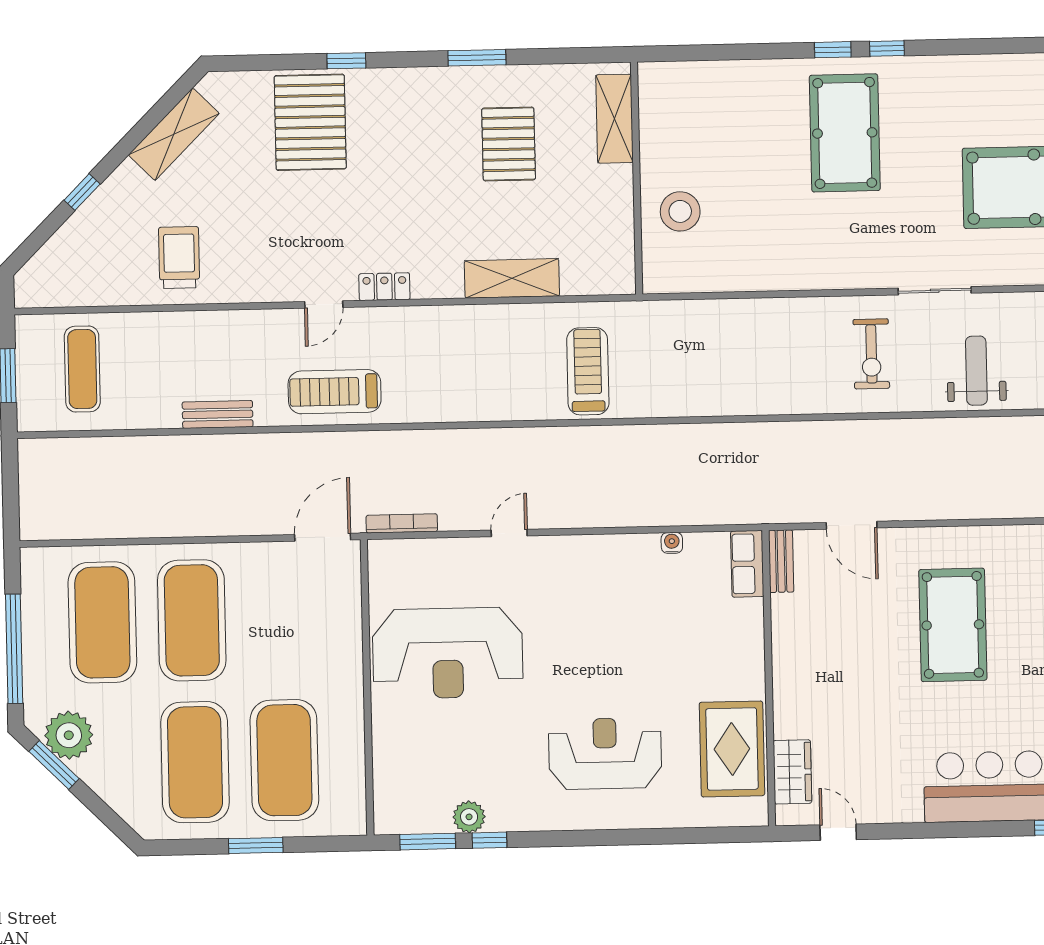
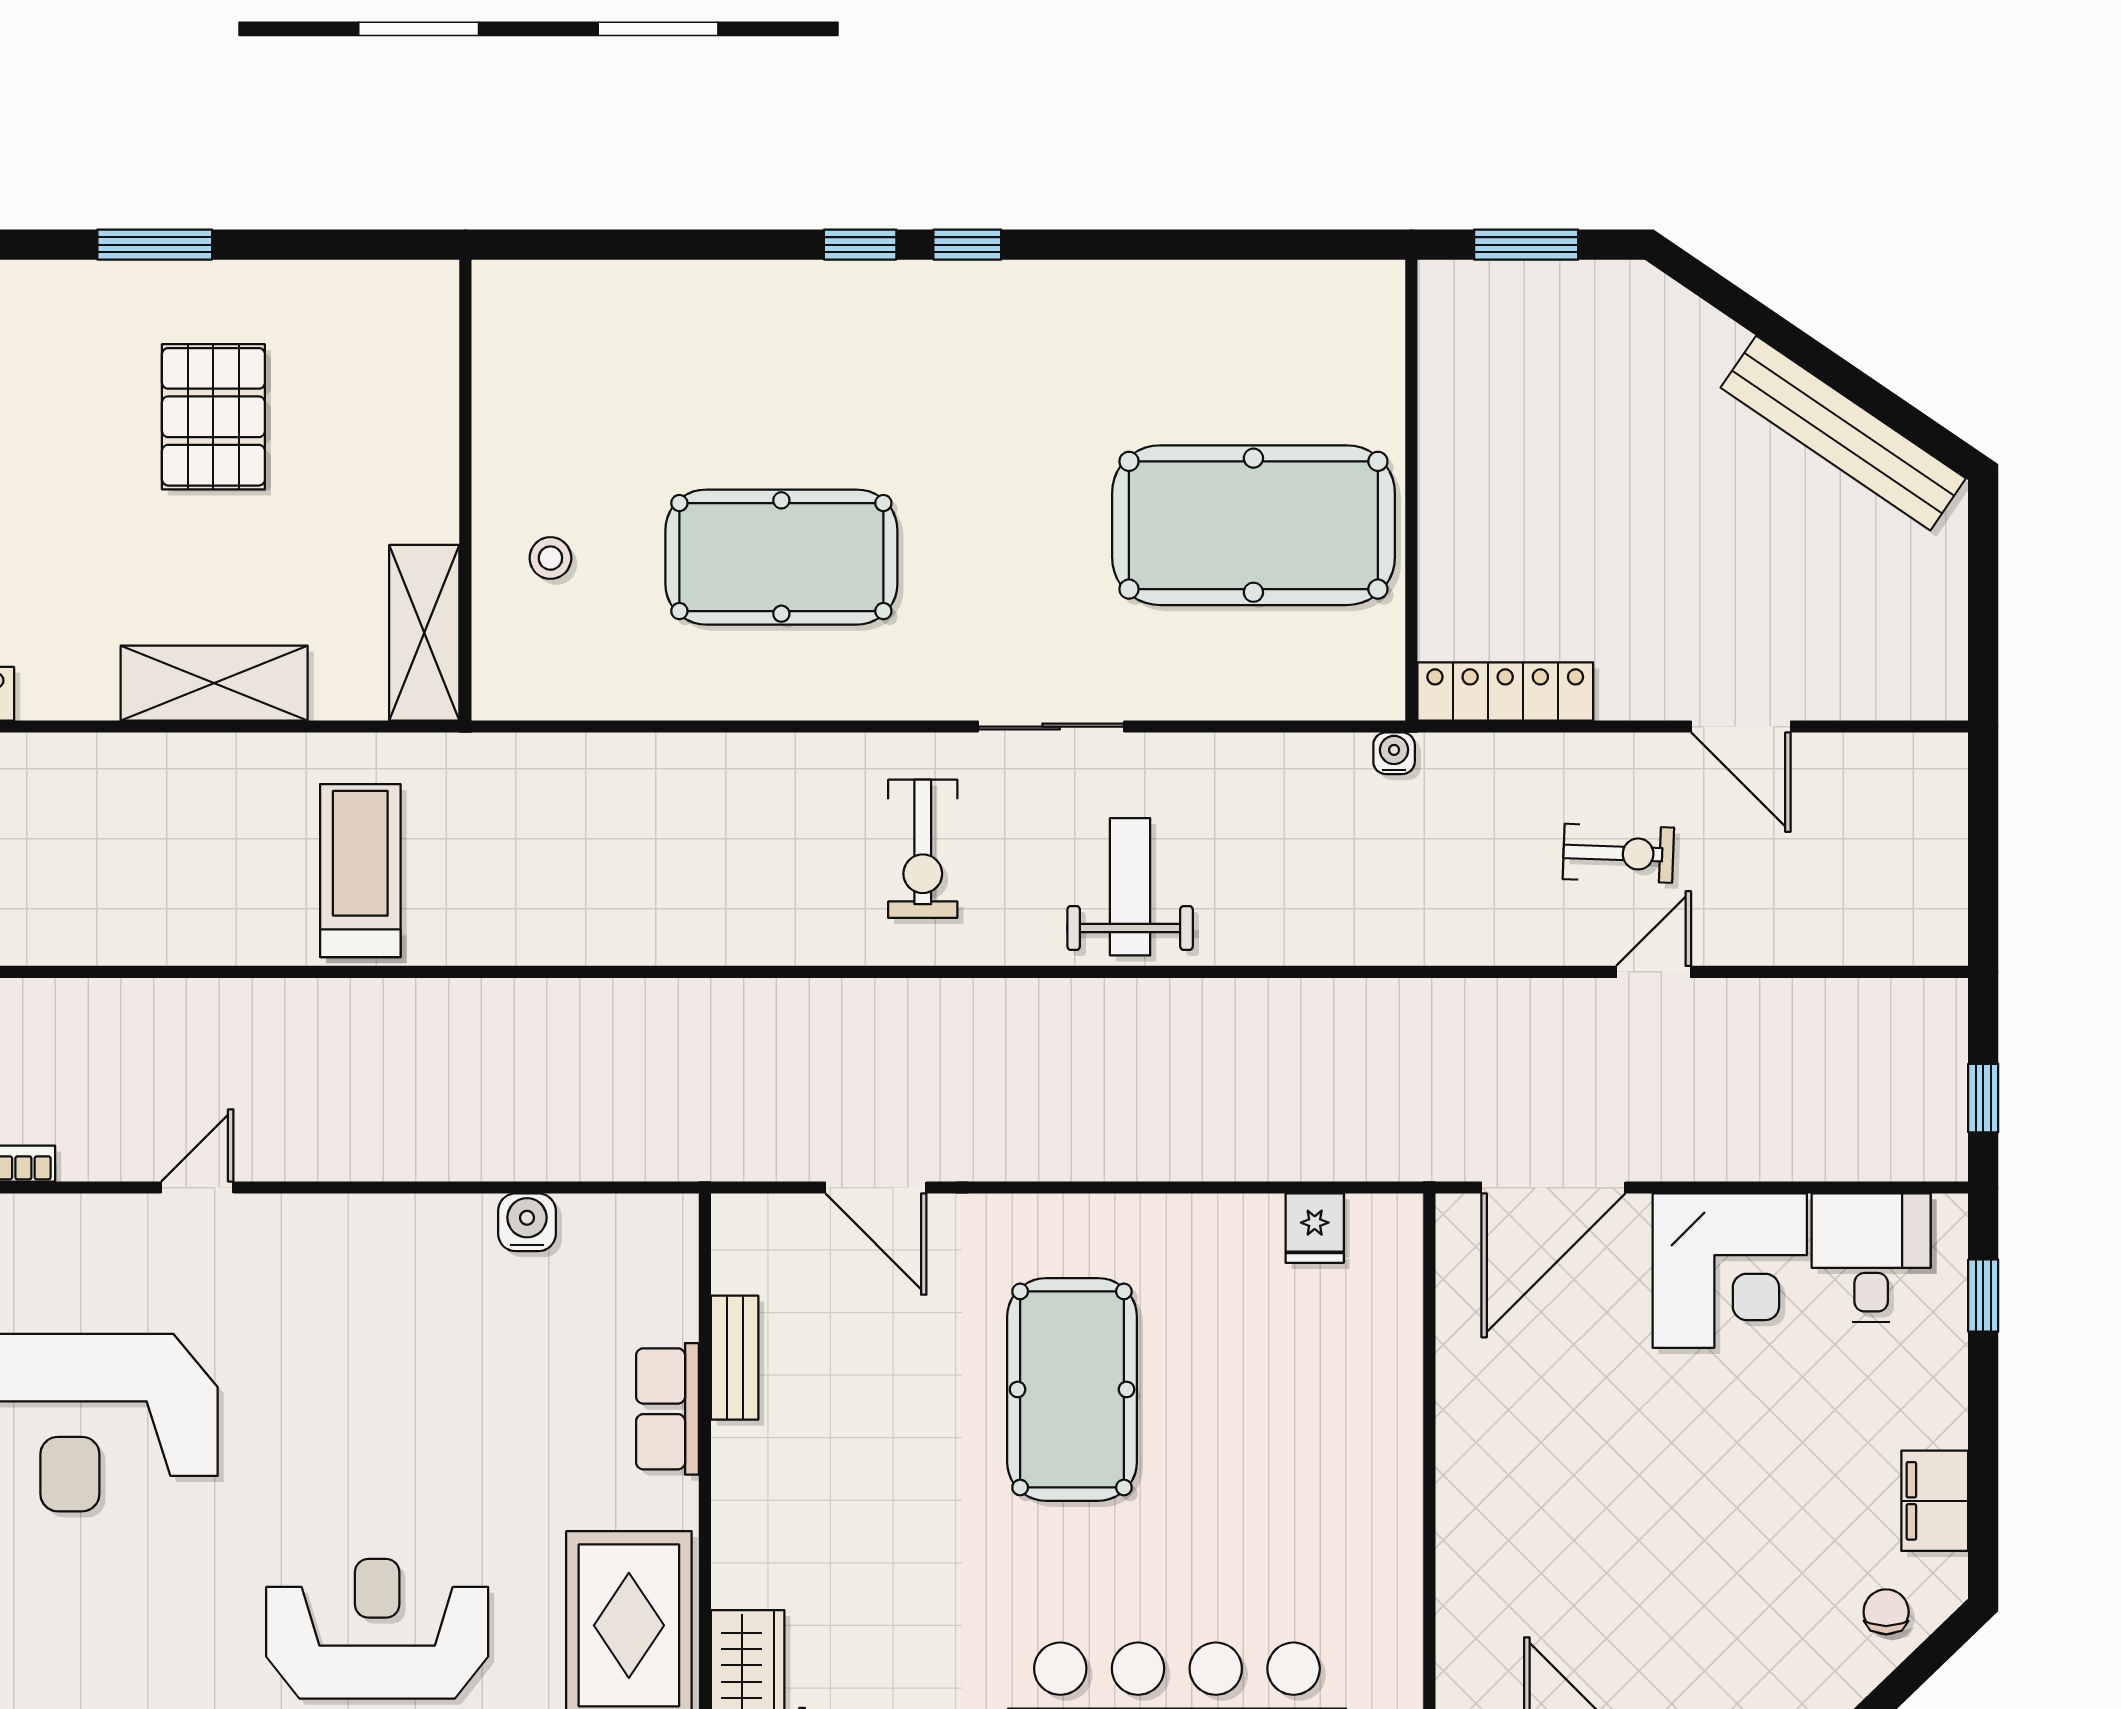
shelving: (614, 119) -> (424, 633), moved
pool table: (845, 133) -> (781, 557), moved, turned 90
stool: (680, 211) -> (550, 558), width x0.53, depth x0.53
water cooler: (672, 543) -> (527, 1222), width x1.38, depth x1.38
bench: (781, 561) -> (735, 1358), moved
row of seats: (747, 564) -> (667, 1409), moved

